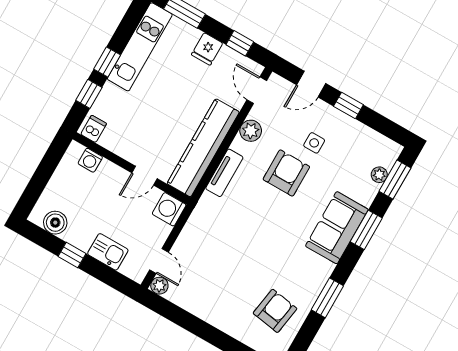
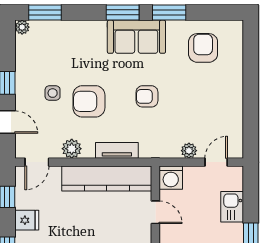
plant: (379, 175) -> (22, 27), moved
sofa: (337, 228) -> (136, 37), moved
window: (366, 230) -> (123, 12), moved
armchair: (259, 231) -> (147, 96), added
plant: (159, 286) -> (189, 151), moved
armchair: (275, 311) -> (203, 48), turned 81

